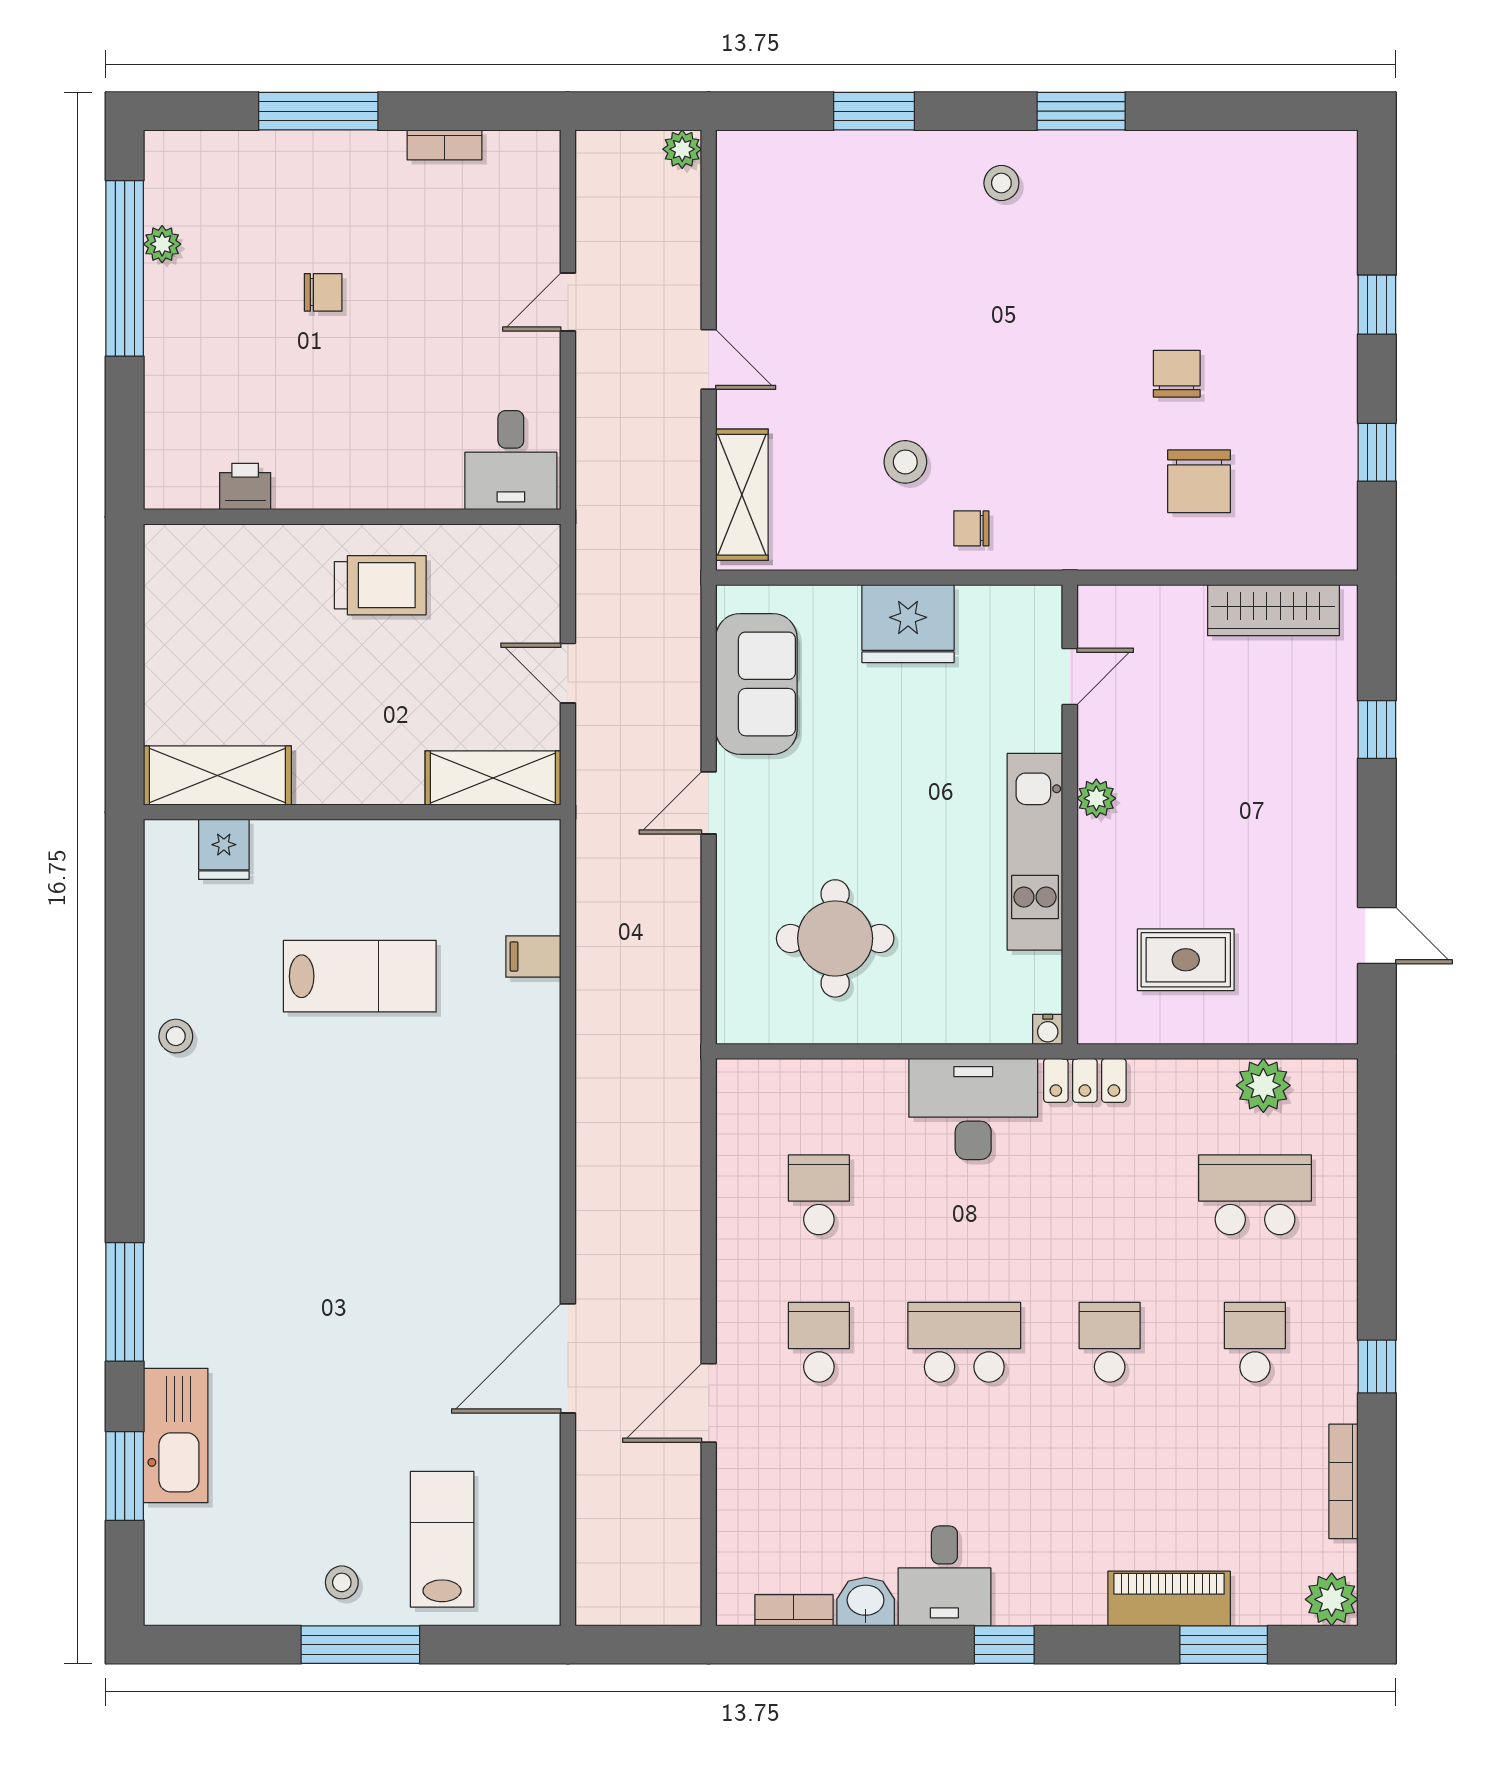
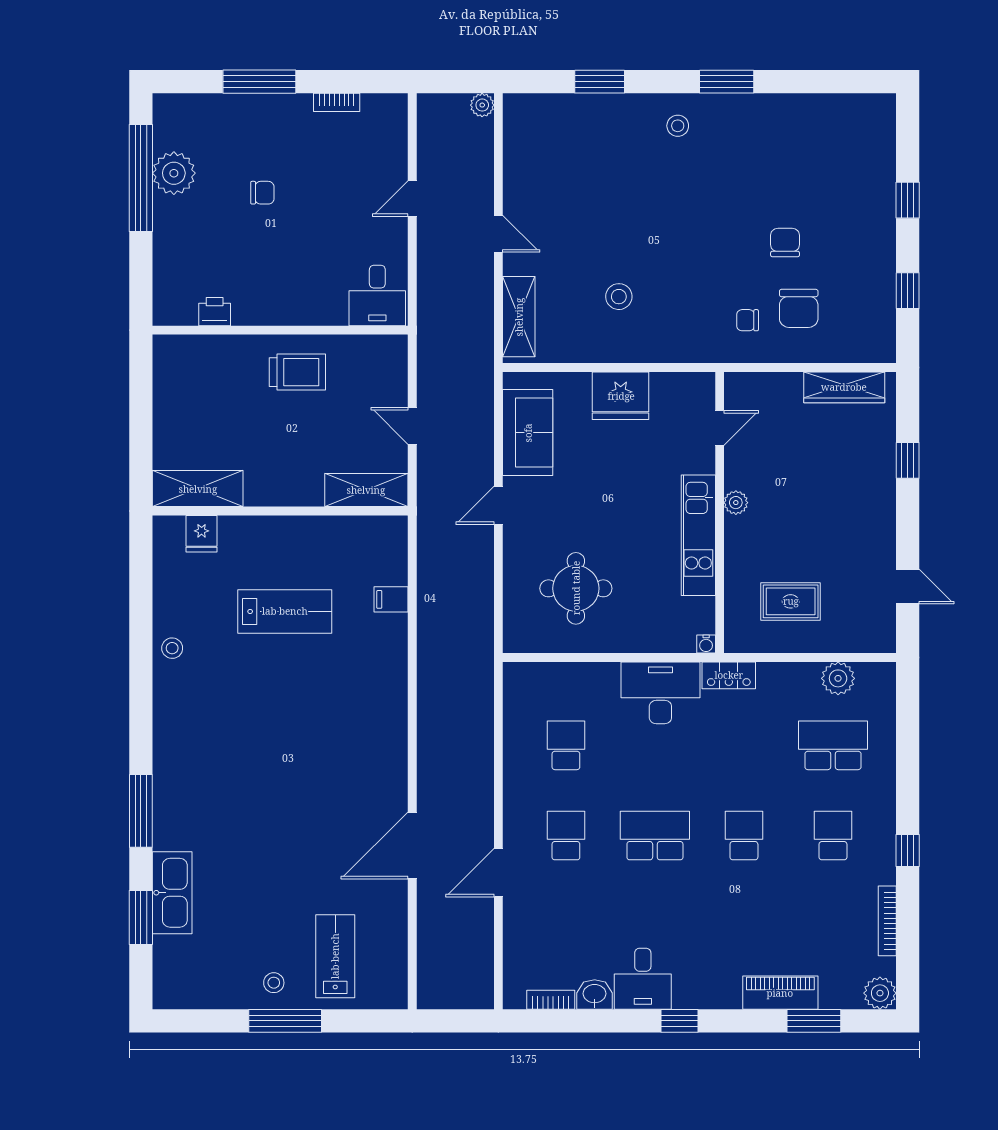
plant: (162, 244) -> (174, 173), width x1.87, depth x1.87
chair: (971, 528) -> (748, 320), moved

